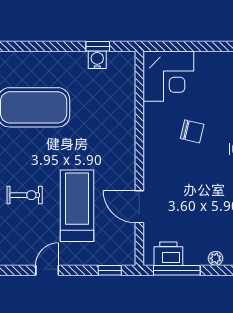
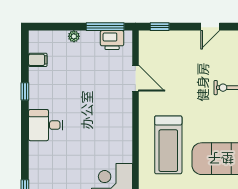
chair: (192, 131) -> (93, 139), removed
treadmill: (77, 206) -> (168, 145), moved

